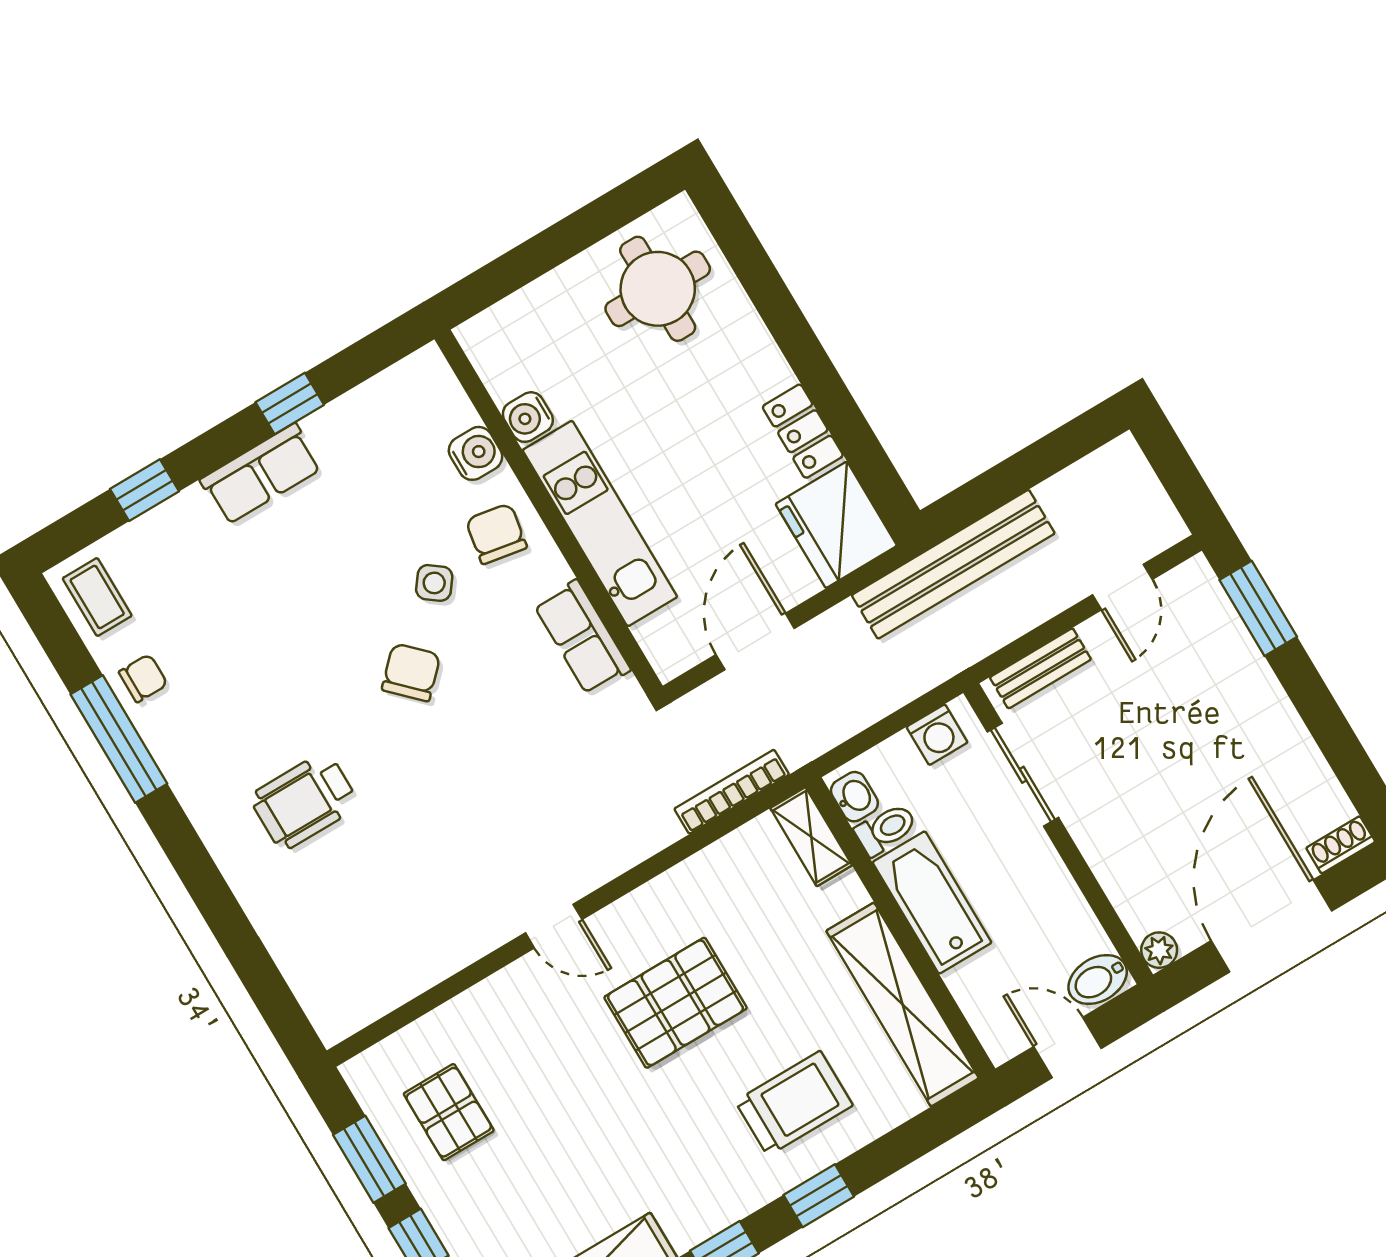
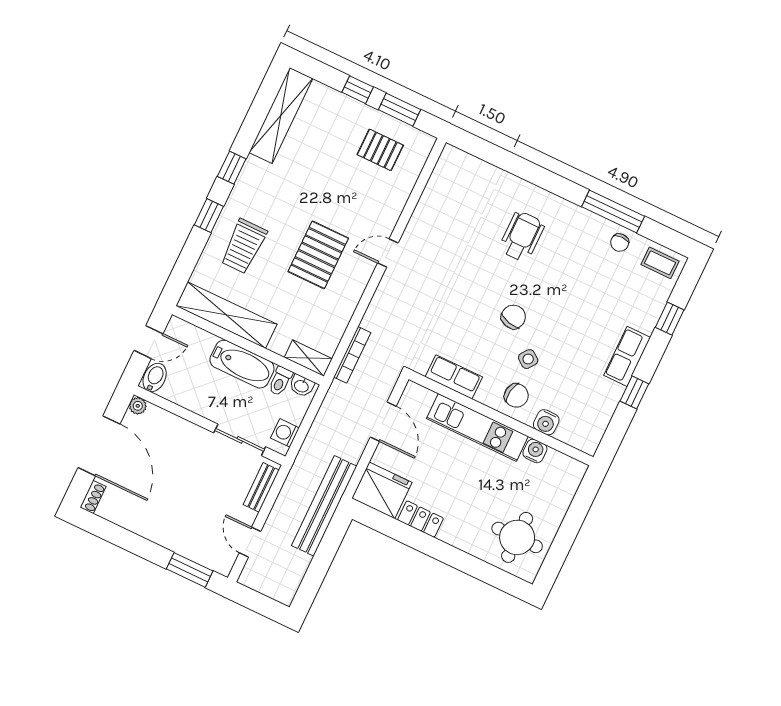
chair: (411, 672) -> (513, 317), turned -121

